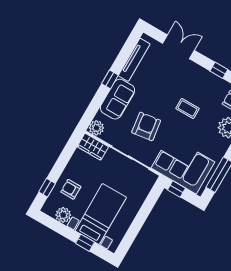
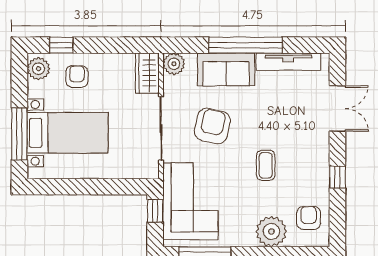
window: (110, 79) -> (246, 45), width x3.17
armchair: (146, 126) -> (212, 126), turned -69
plant: (63, 215) -> (38, 69), moved
window: (85, 243) -> (19, 134), width x2.17

